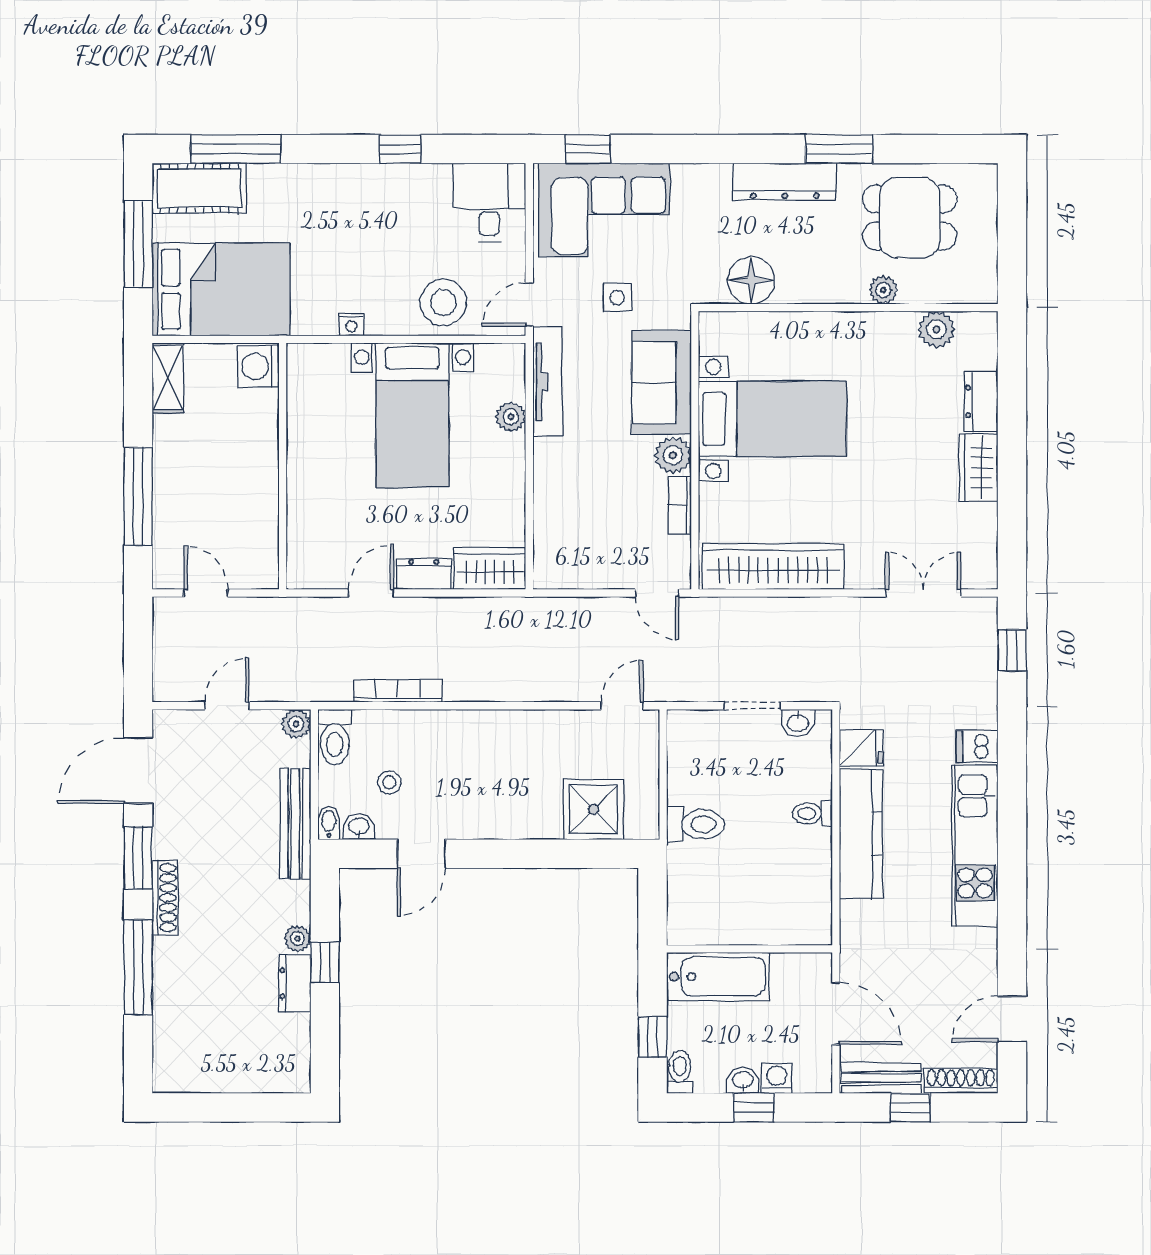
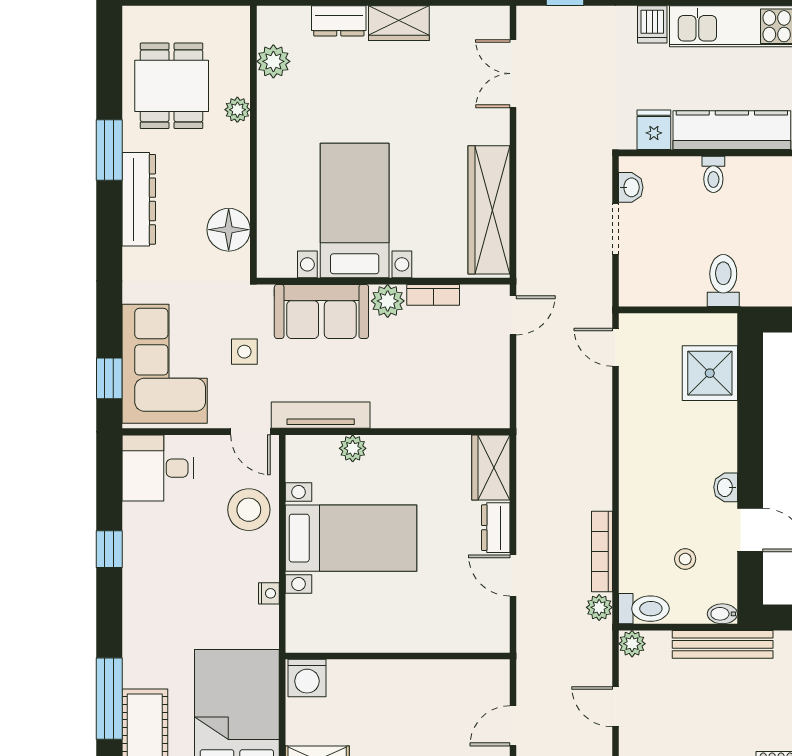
plant: (336, 688) -> (599, 607), added
washbasin: (359, 827) -> (726, 487), moved

